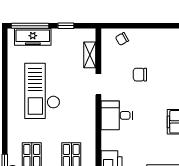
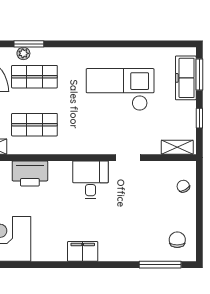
window: (30, 26) -> (199, 75), width x0.69
shelving: (90, 55) -> (177, 147), moved
chair: (140, 75) -> (177, 240), moved

